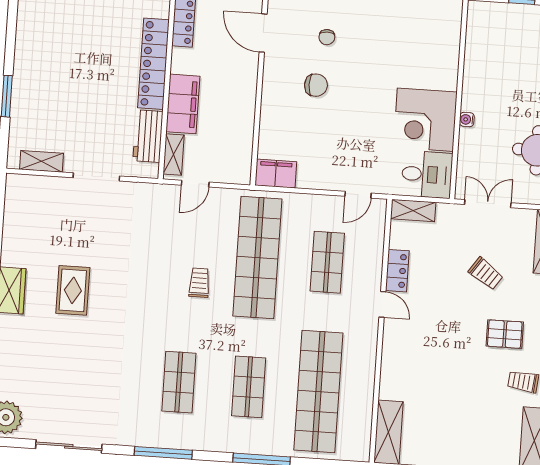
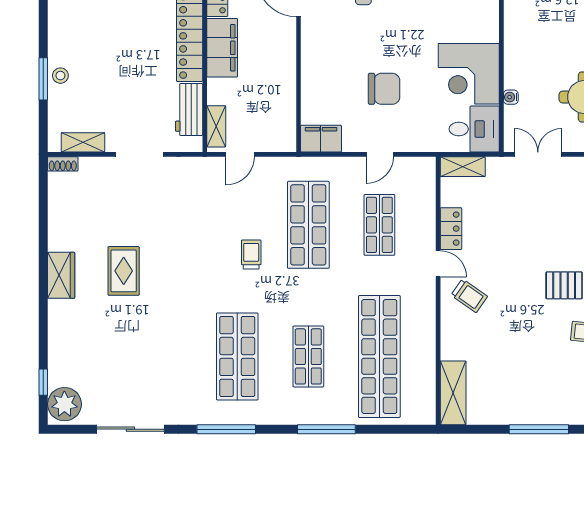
chair: (316, 85) -> (384, 89), moved, width x1.37, depth x1.37
stool: (24, 94) -> (60, 76), added
filing cabinet: (183, 104) -> (222, 48), moved
water cooler: (467, 119) -> (511, 97), moved
shoe rack: (20, 181) -> (63, 164), added
door: (358, 195) -> (380, 154), moved
shop shelf: (257, 257) -> (308, 225), width x0.71
trolley: (486, 274) -> (469, 296), moved
shop shelf: (179, 382) -> (237, 356), width x1.43, depth x1.36

